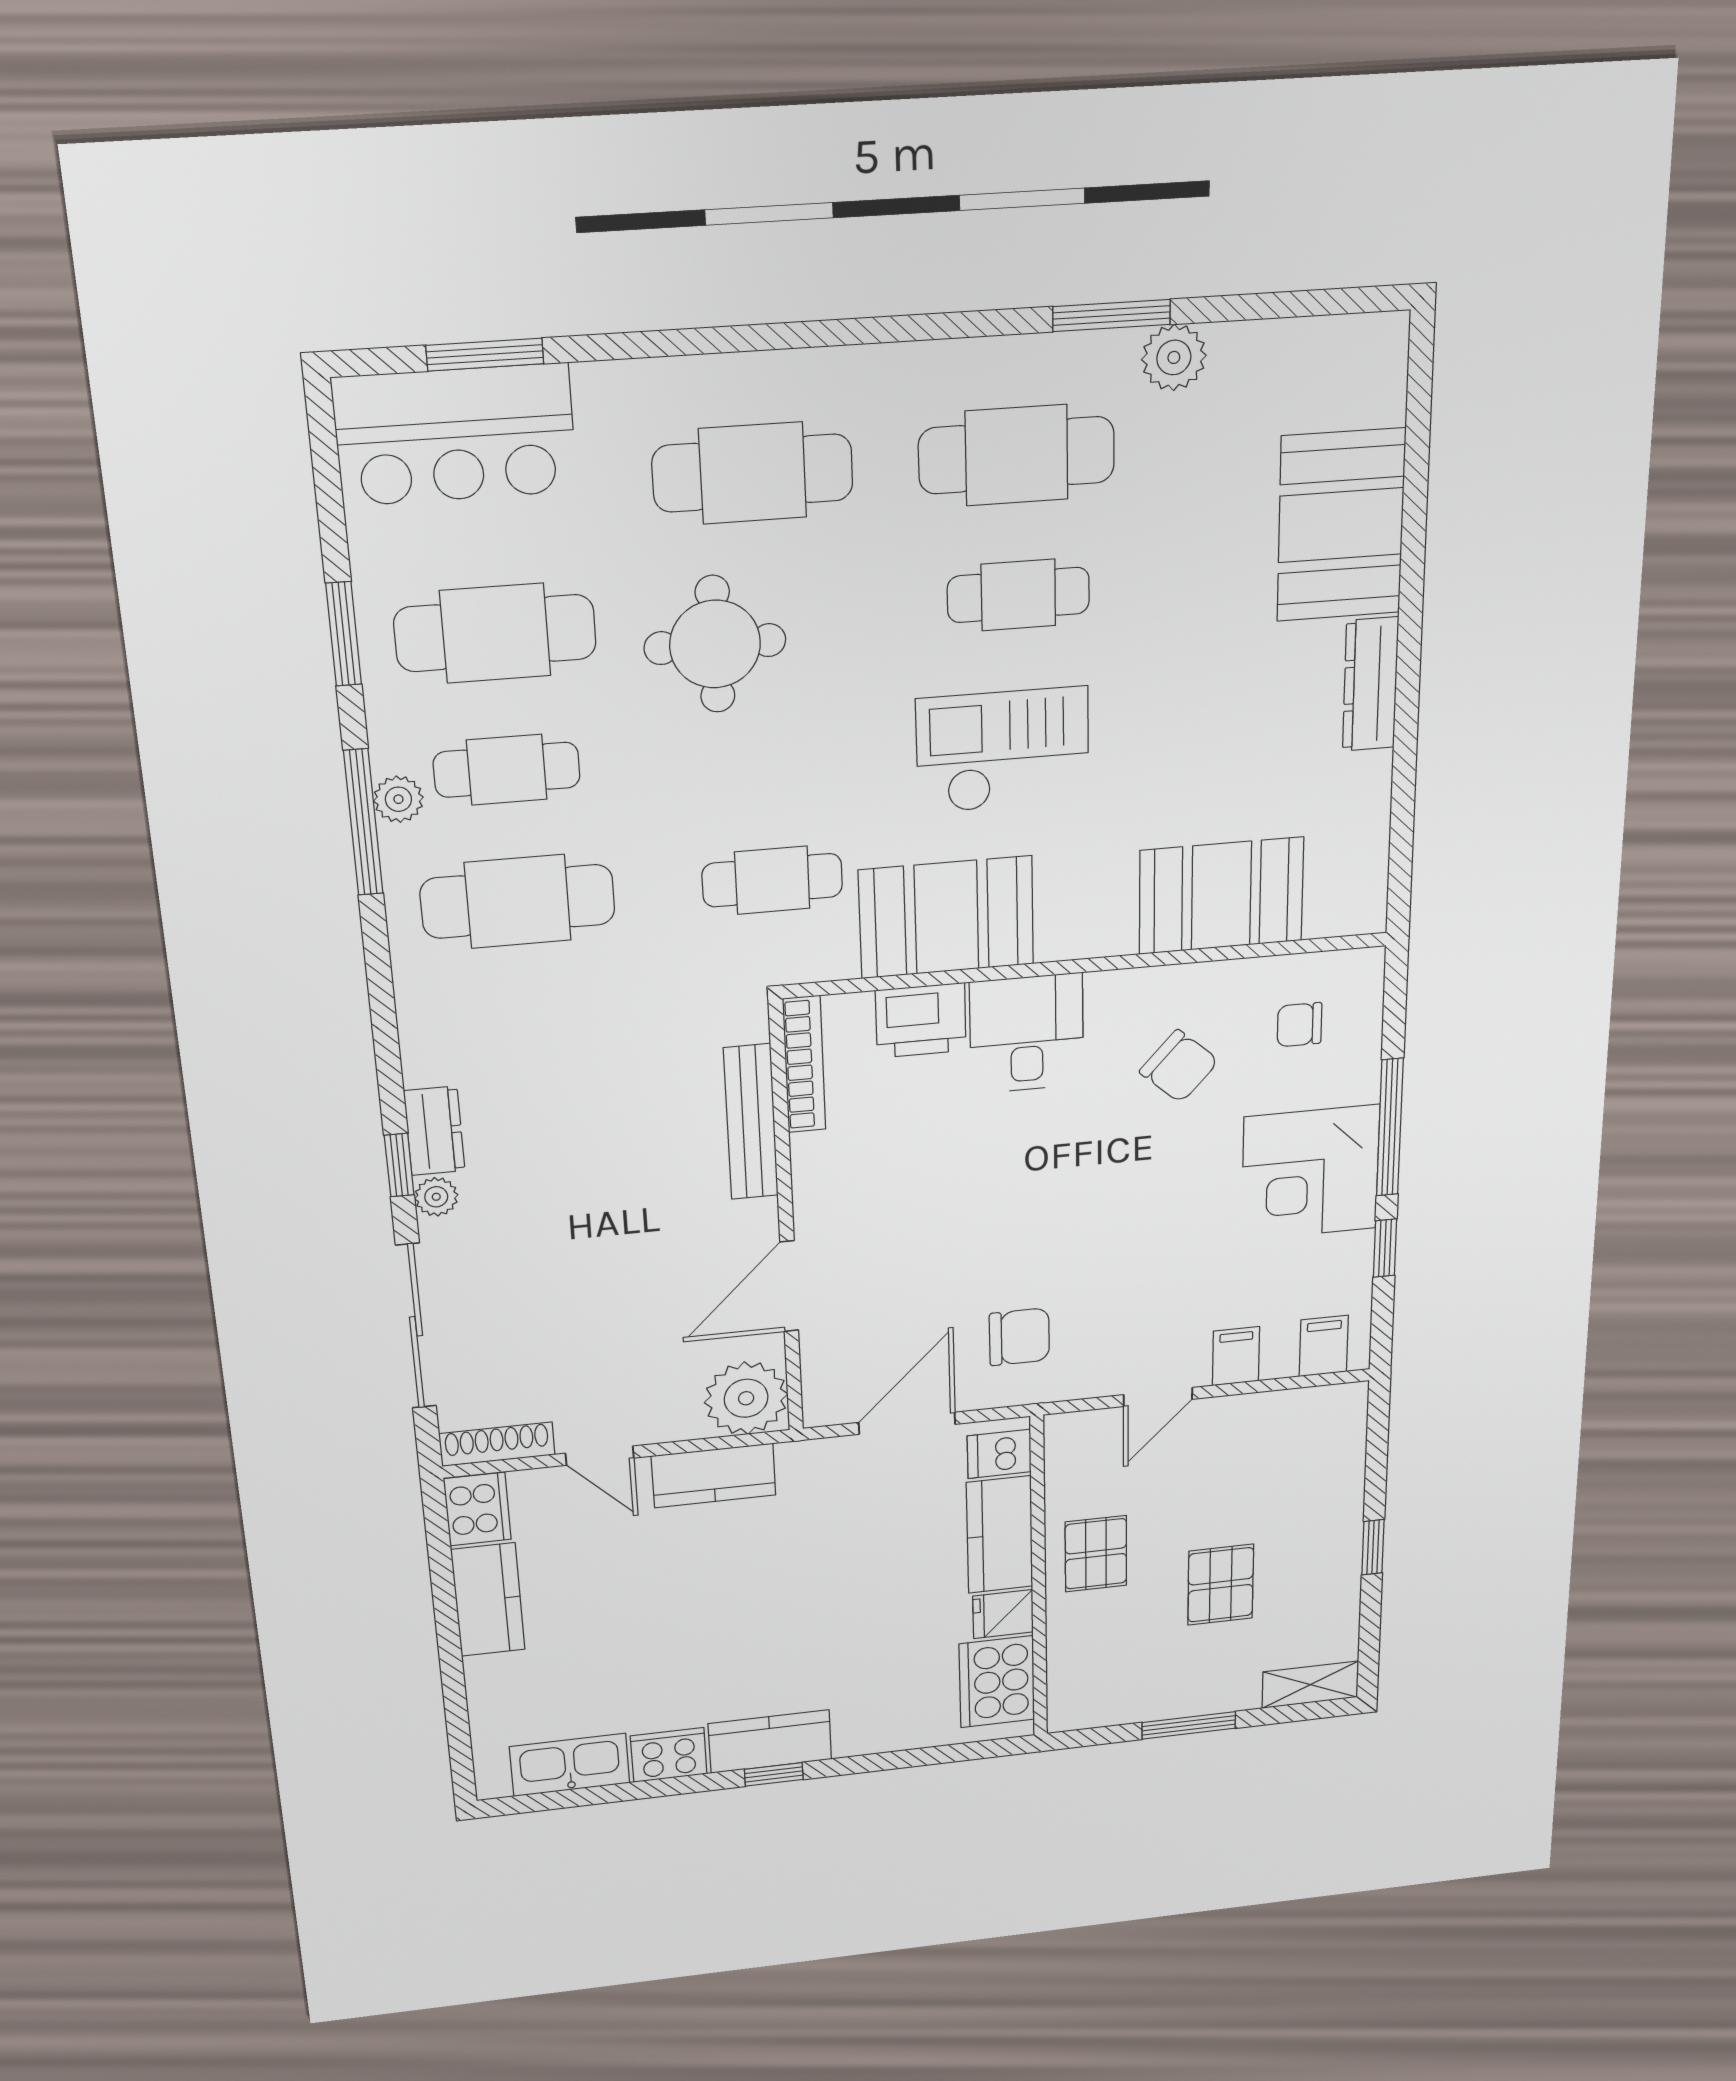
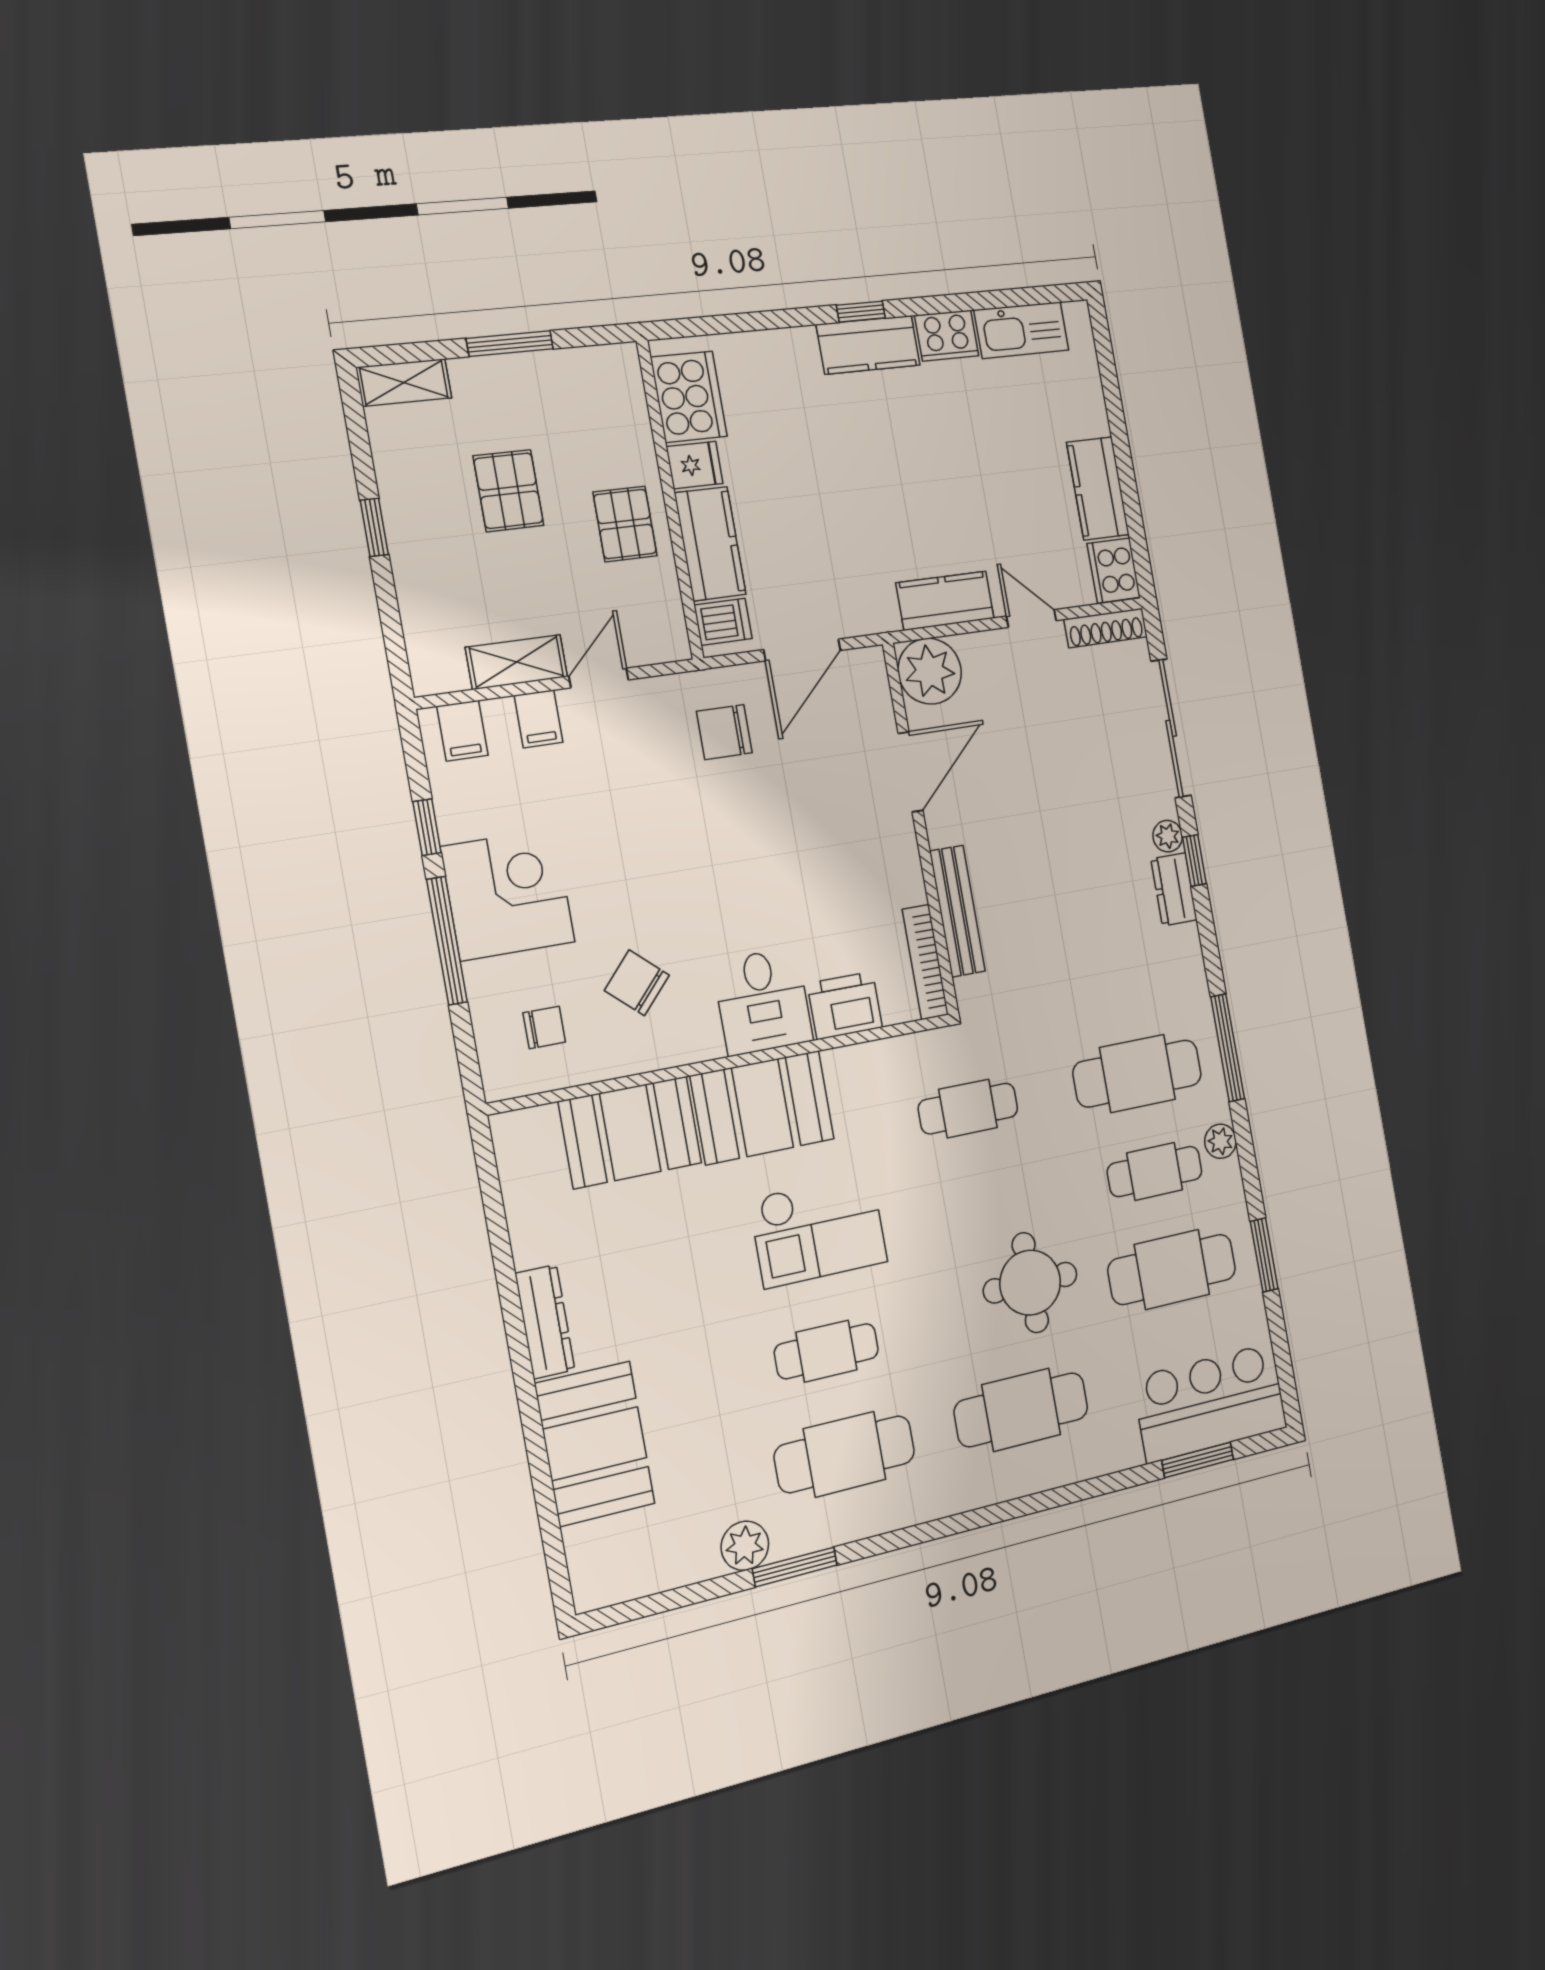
window: (363, 822) -> (1228, 1048), moved
booth: (947, 917) -> (762, 1108), moved
shelving: (1248, 1415) -> (517, 662), added

